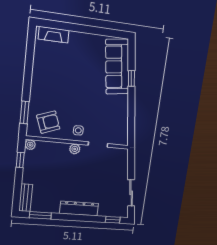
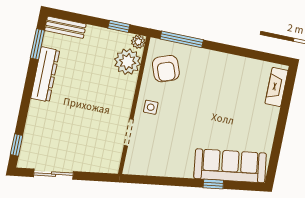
window: (25, 112) -> (182, 39), width x1.44
plant: (75, 149) -> (128, 62), moved, width x1.88, depth x1.88
dresser: (79, 208) -> (45, 74), moved

